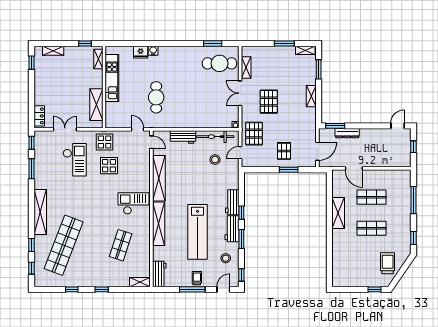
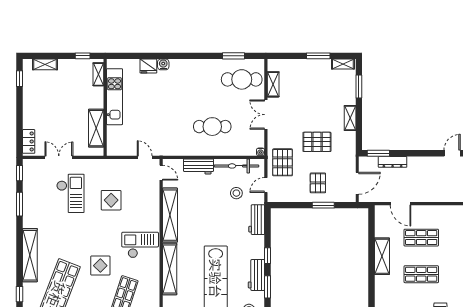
cafe table: (156, 97) -> (212, 127), moved, turned 90
pallet: (269, 102) -> (317, 142), moved, turned 90
display table: (105, 142) -> (100, 266), moved
workbench: (232, 202) -> (257, 220), moved

